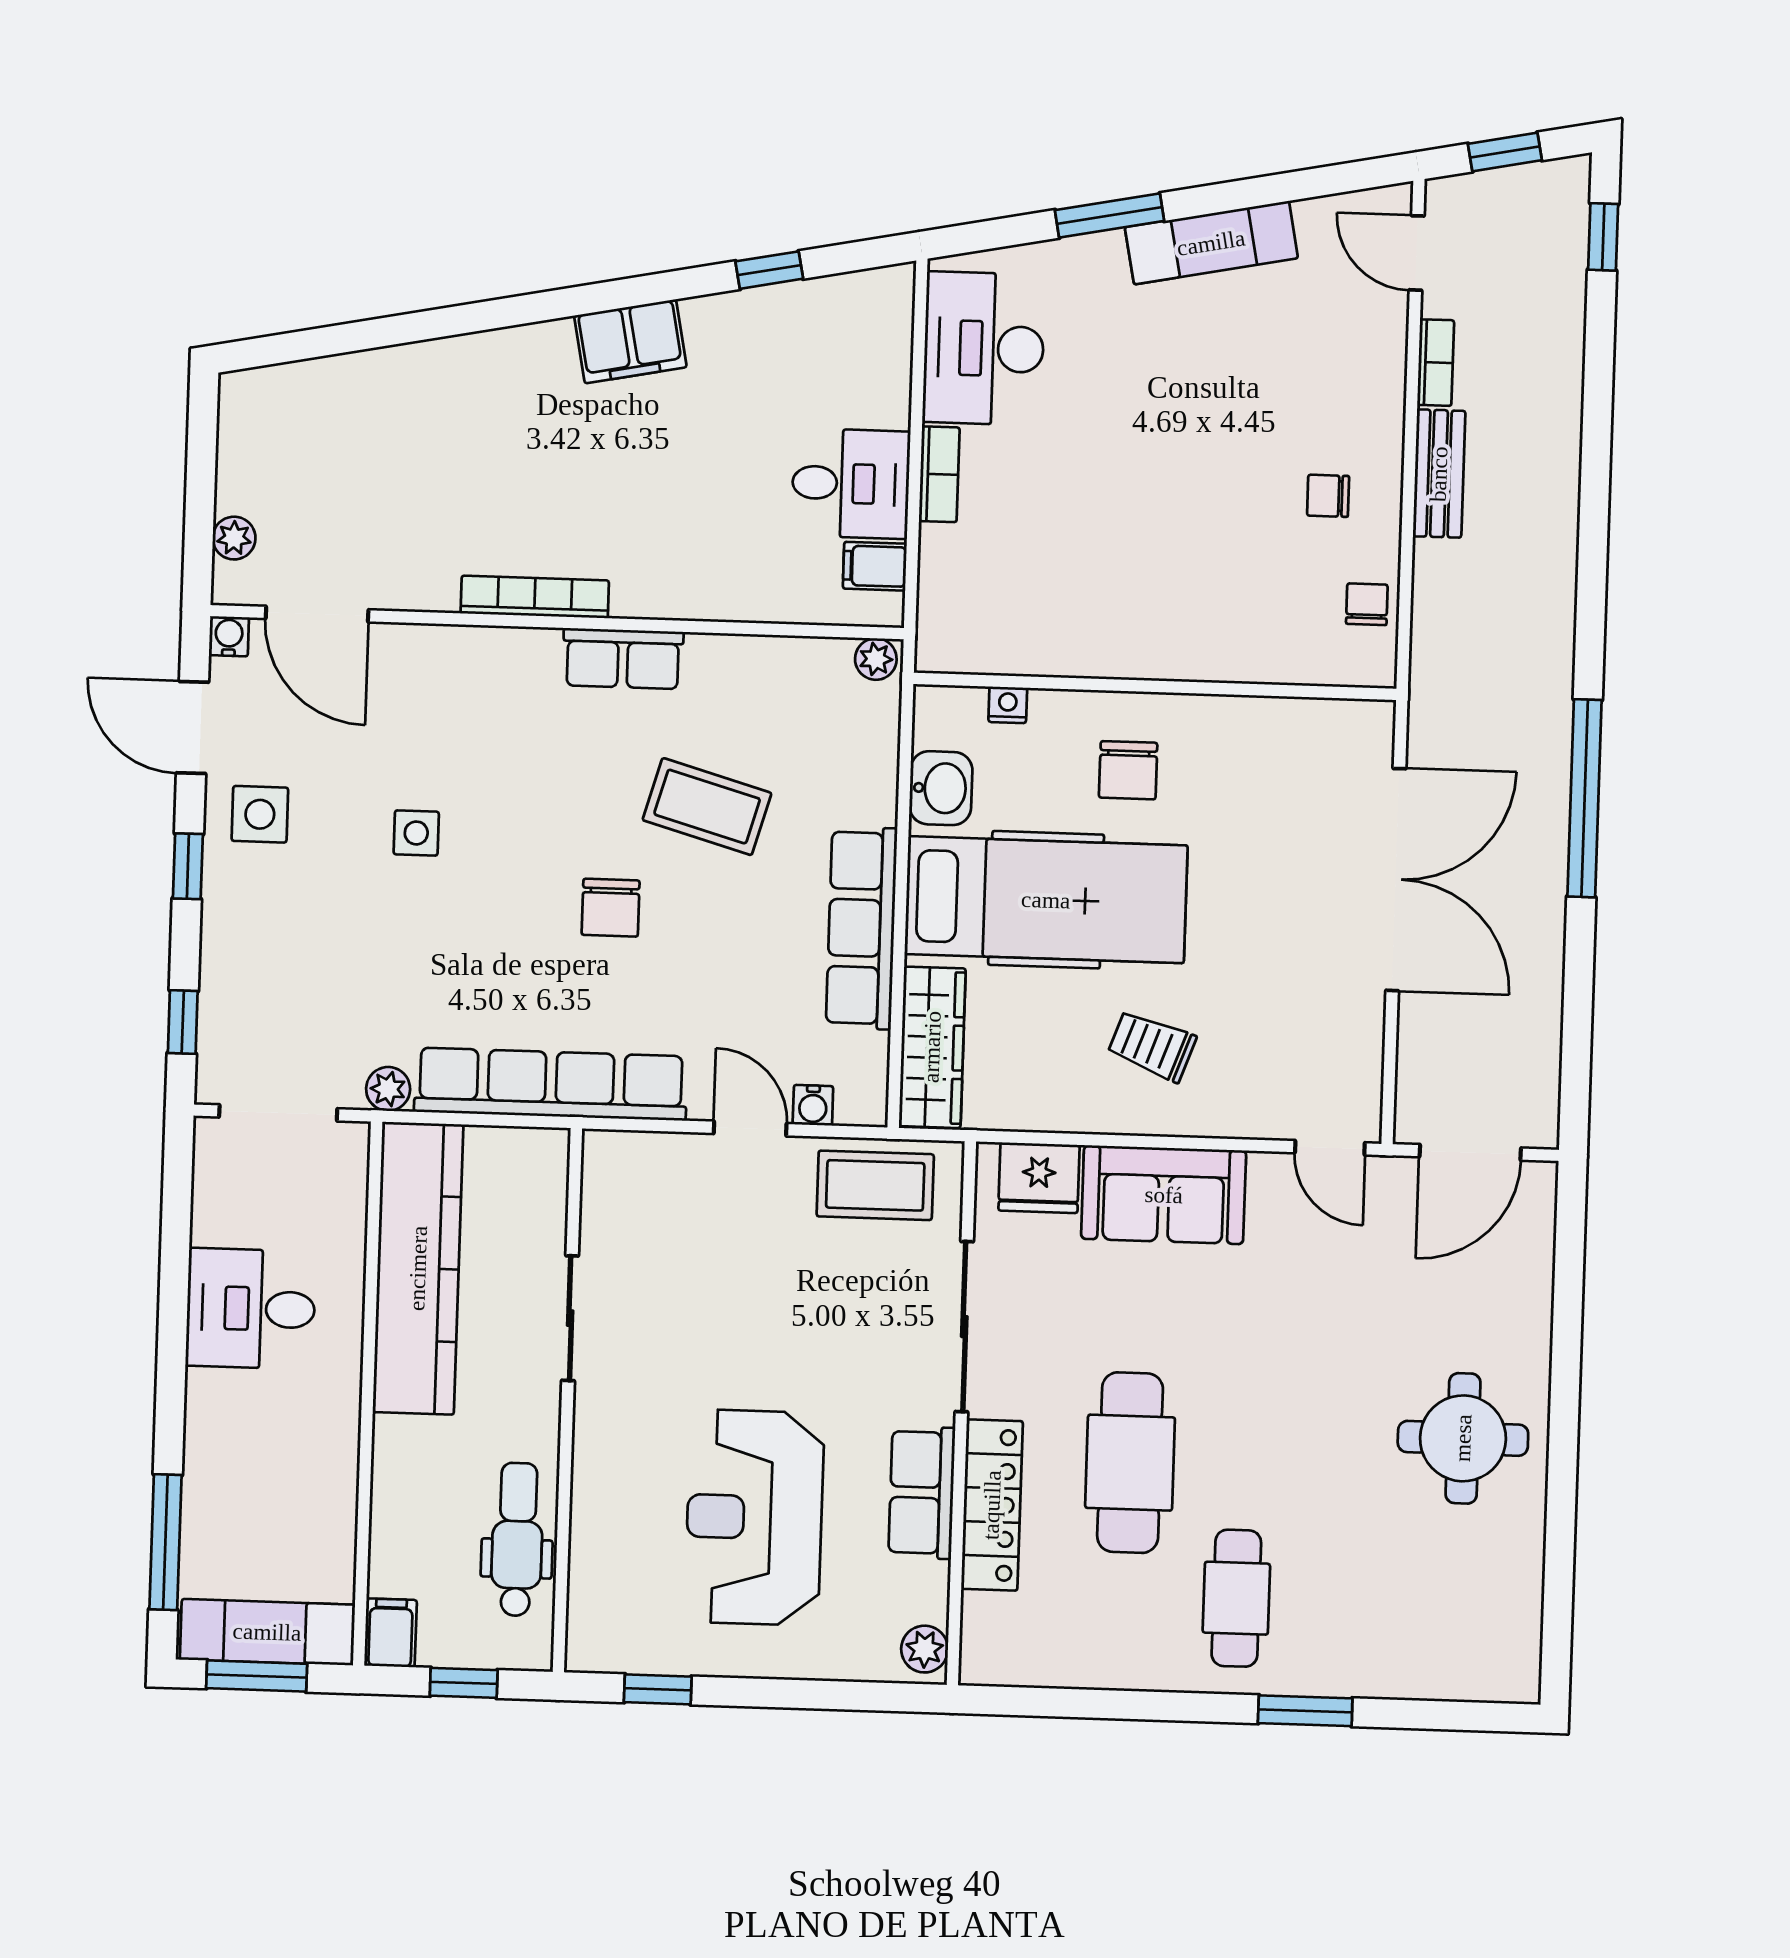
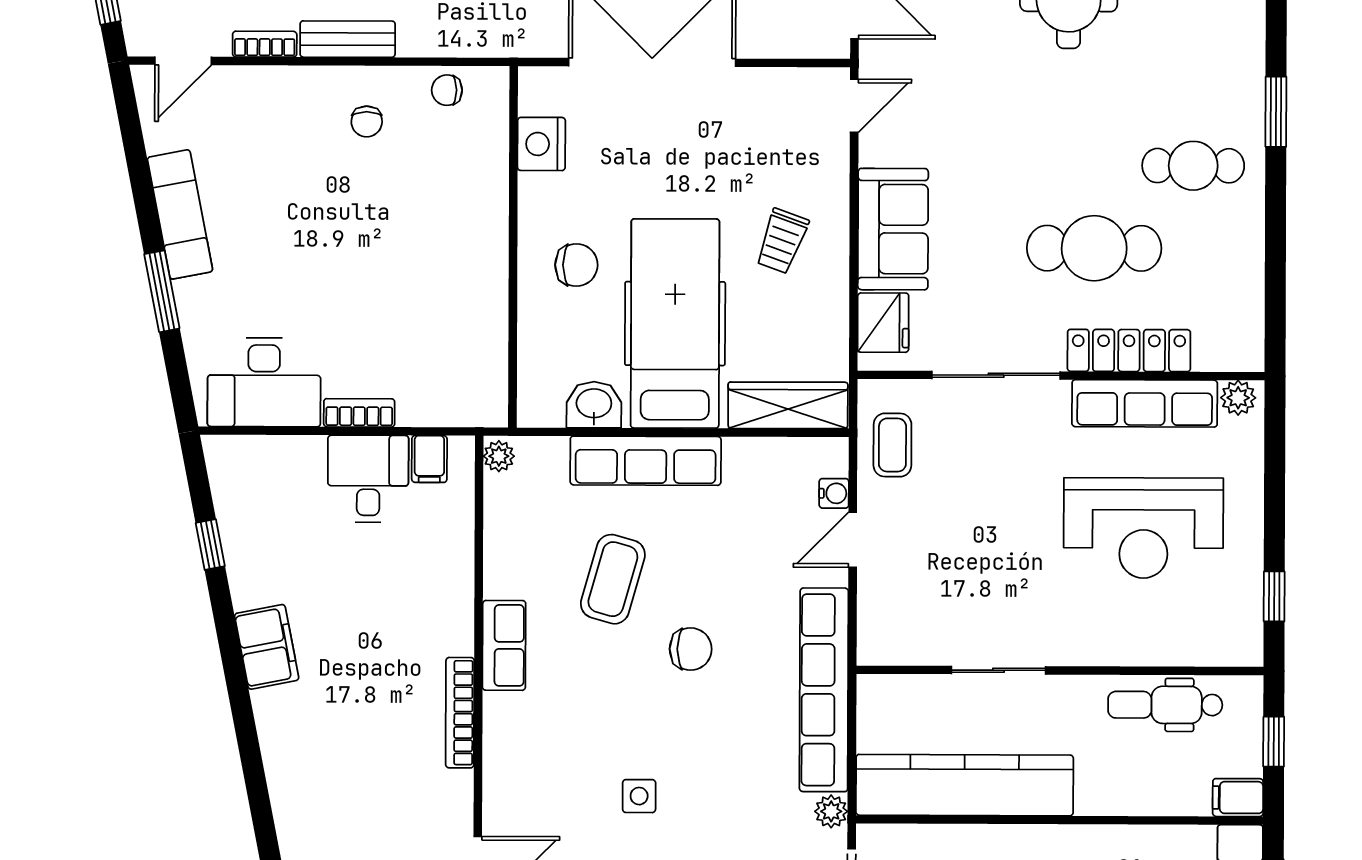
nightstand: (1008, 705) -> (541, 144), moved, width x1.89, depth x1.79
row of seats: (862, 928) -> (646, 461), moved
coffee table: (875, 1185) -> (892, 445), width x0.73, depth x0.77
row of seats: (922, 1493) -> (1145, 403), width x1.48

